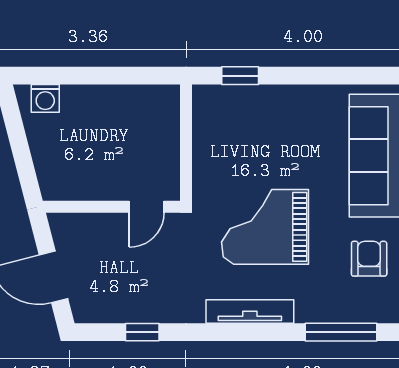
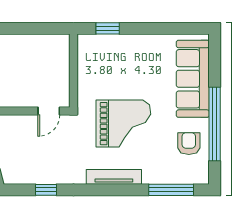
grand piano: (265, 227) -> (123, 124), turned 180

